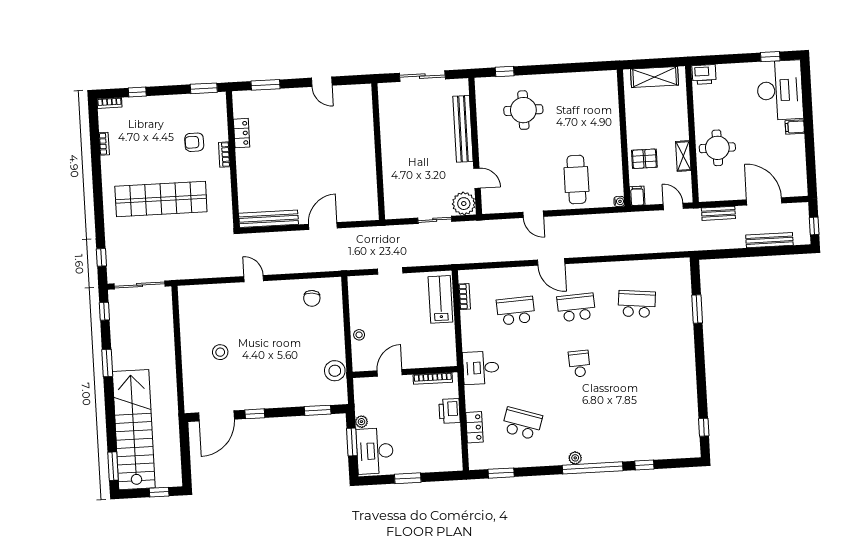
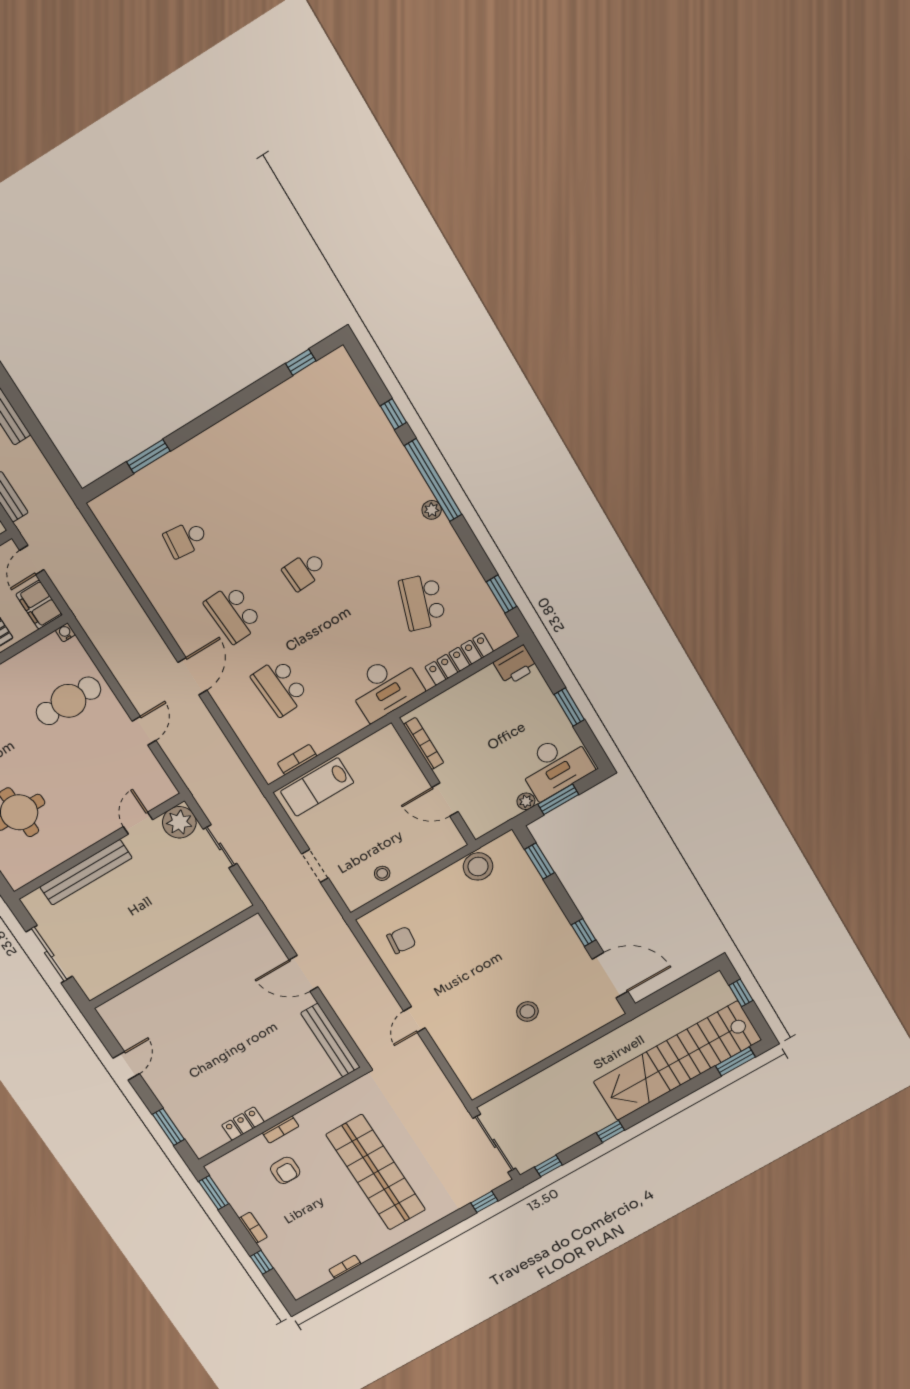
bookcase: (109, 103) -> (253, 1228), moved
filing cabinet: (637, 196) -> (39, 605), width x2.00
school desk: (637, 304) -> (186, 539), width x0.54
stool: (359, 335) -> (382, 873), moved
window: (107, 363) -> (610, 1131), width x0.67
desk: (481, 368) -> (385, 687), width x1.37
printer: (450, 411) -> (515, 665), moved
locker: (474, 427) -> (459, 659), width x1.53

